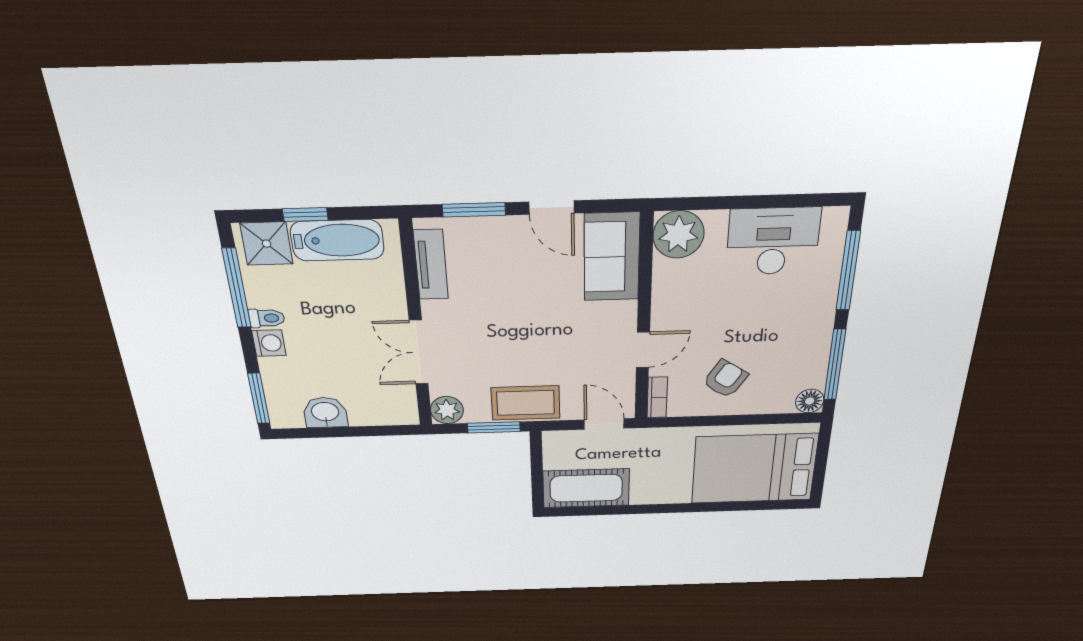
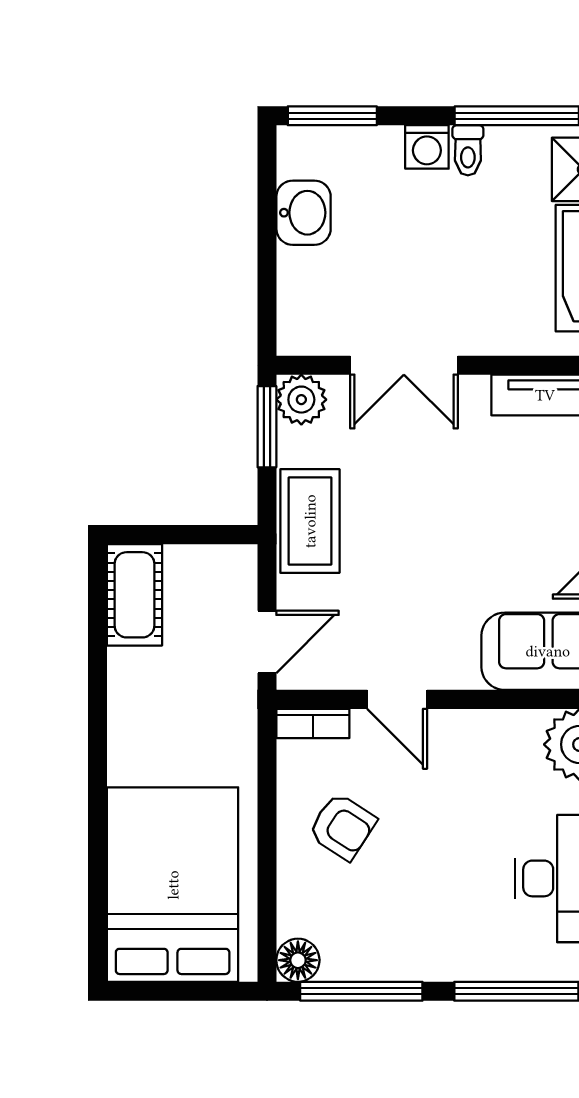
double door: (419, 352) -> (404, 365), swing flipped
window: (494, 427) -> (267, 427), moved
cot: (586, 488) -> (135, 595), width x0.73, depth x0.75

